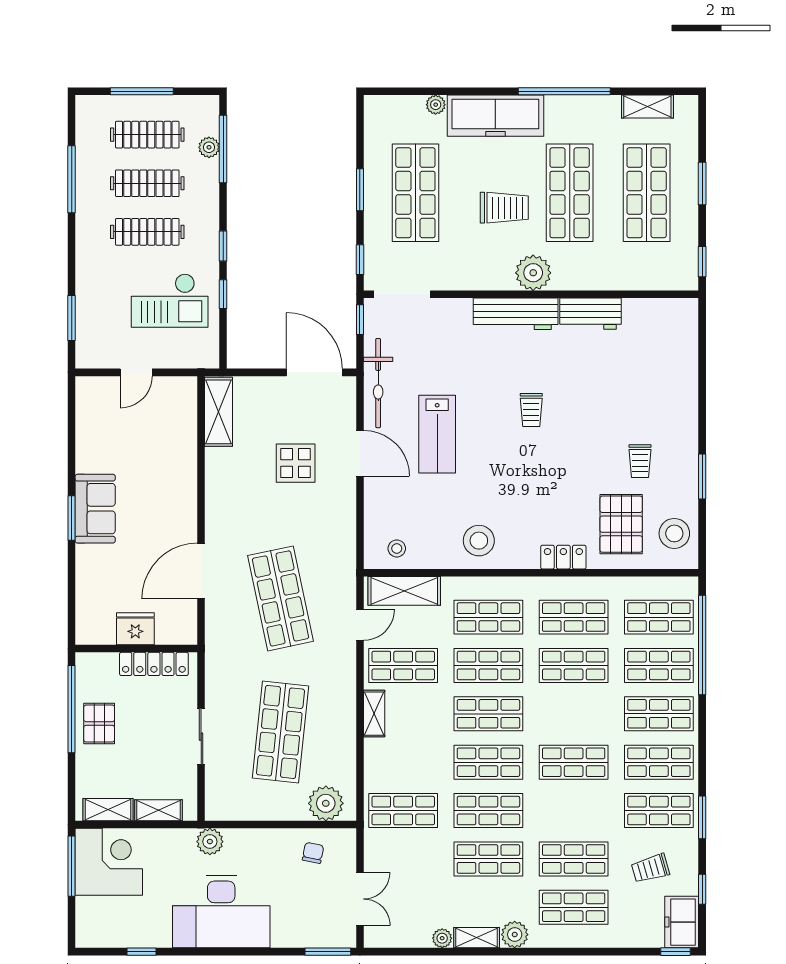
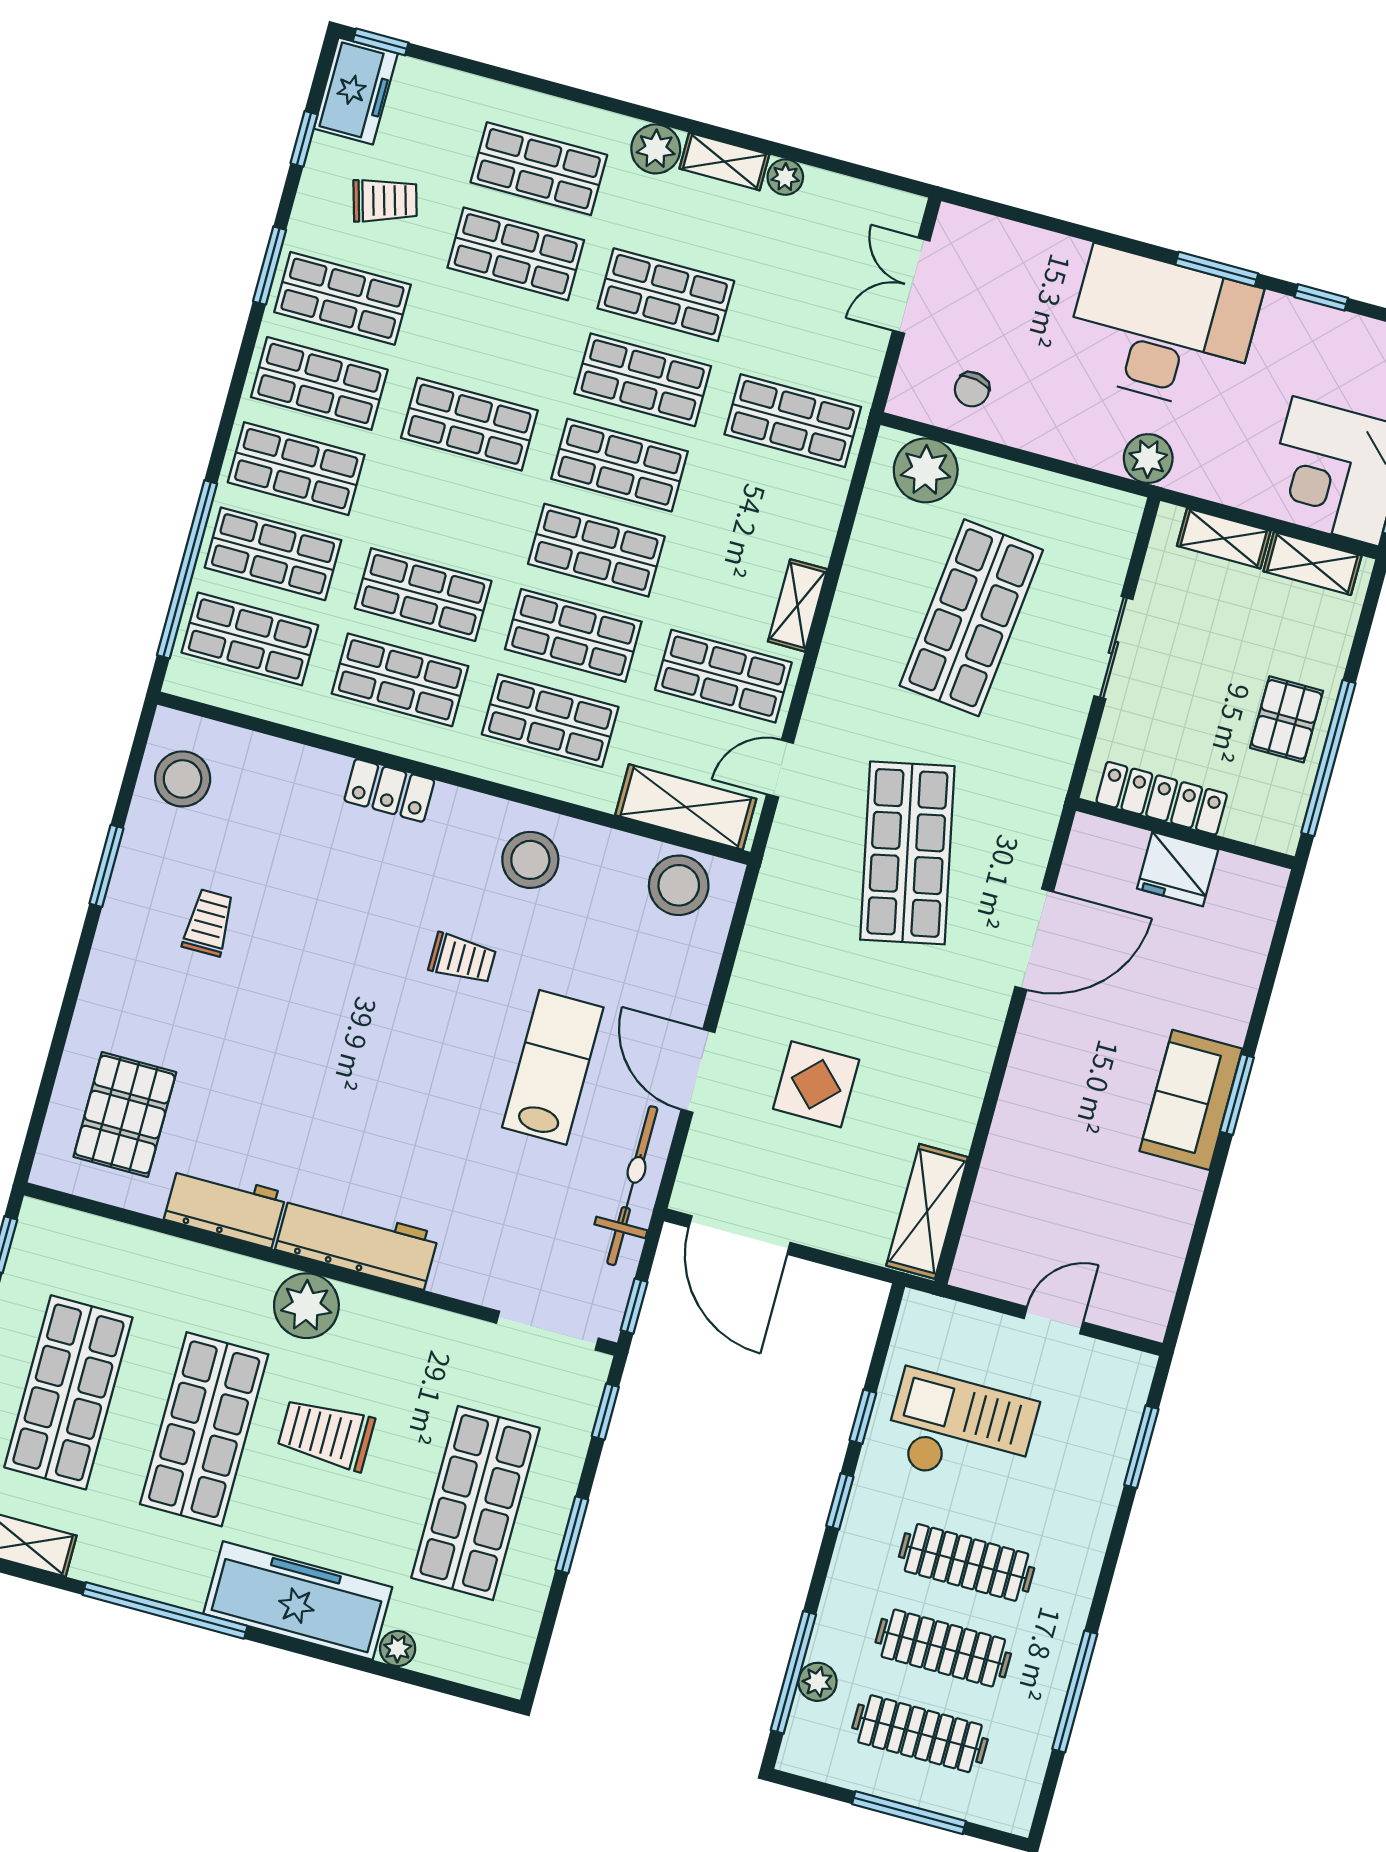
trolley: (531, 410) -> (462, 959), moved, turned 90
pallet: (621, 524) -> (125, 1115), moved
stool: (397, 548) -> (679, 885), width x1.89, depth x1.89
window: (328, 952) -> (1217, 269), moved

